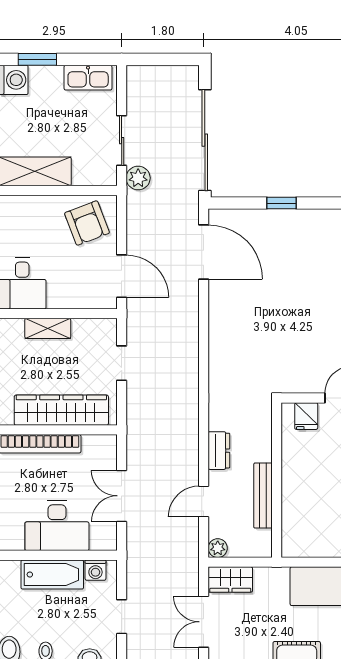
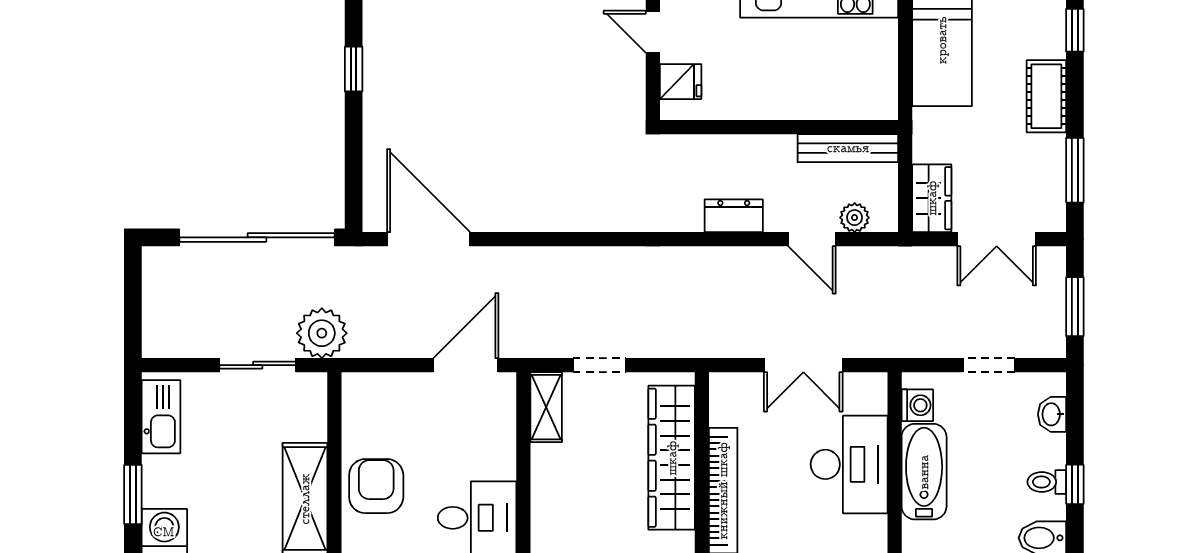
plant: (138, 178) -> (322, 333), width x1.36, depth x1.36
window: (281, 203) -> (354, 69), moved
armchair: (87, 223) -> (376, 486), moved, turned -69
door: (204, 252) -> (429, 239), hinge flipped
shelving: (48, 328) -> (546, 407), moved
bench: (263, 496) -> (848, 148), moved
plant: (218, 548) -> (855, 218), moved

